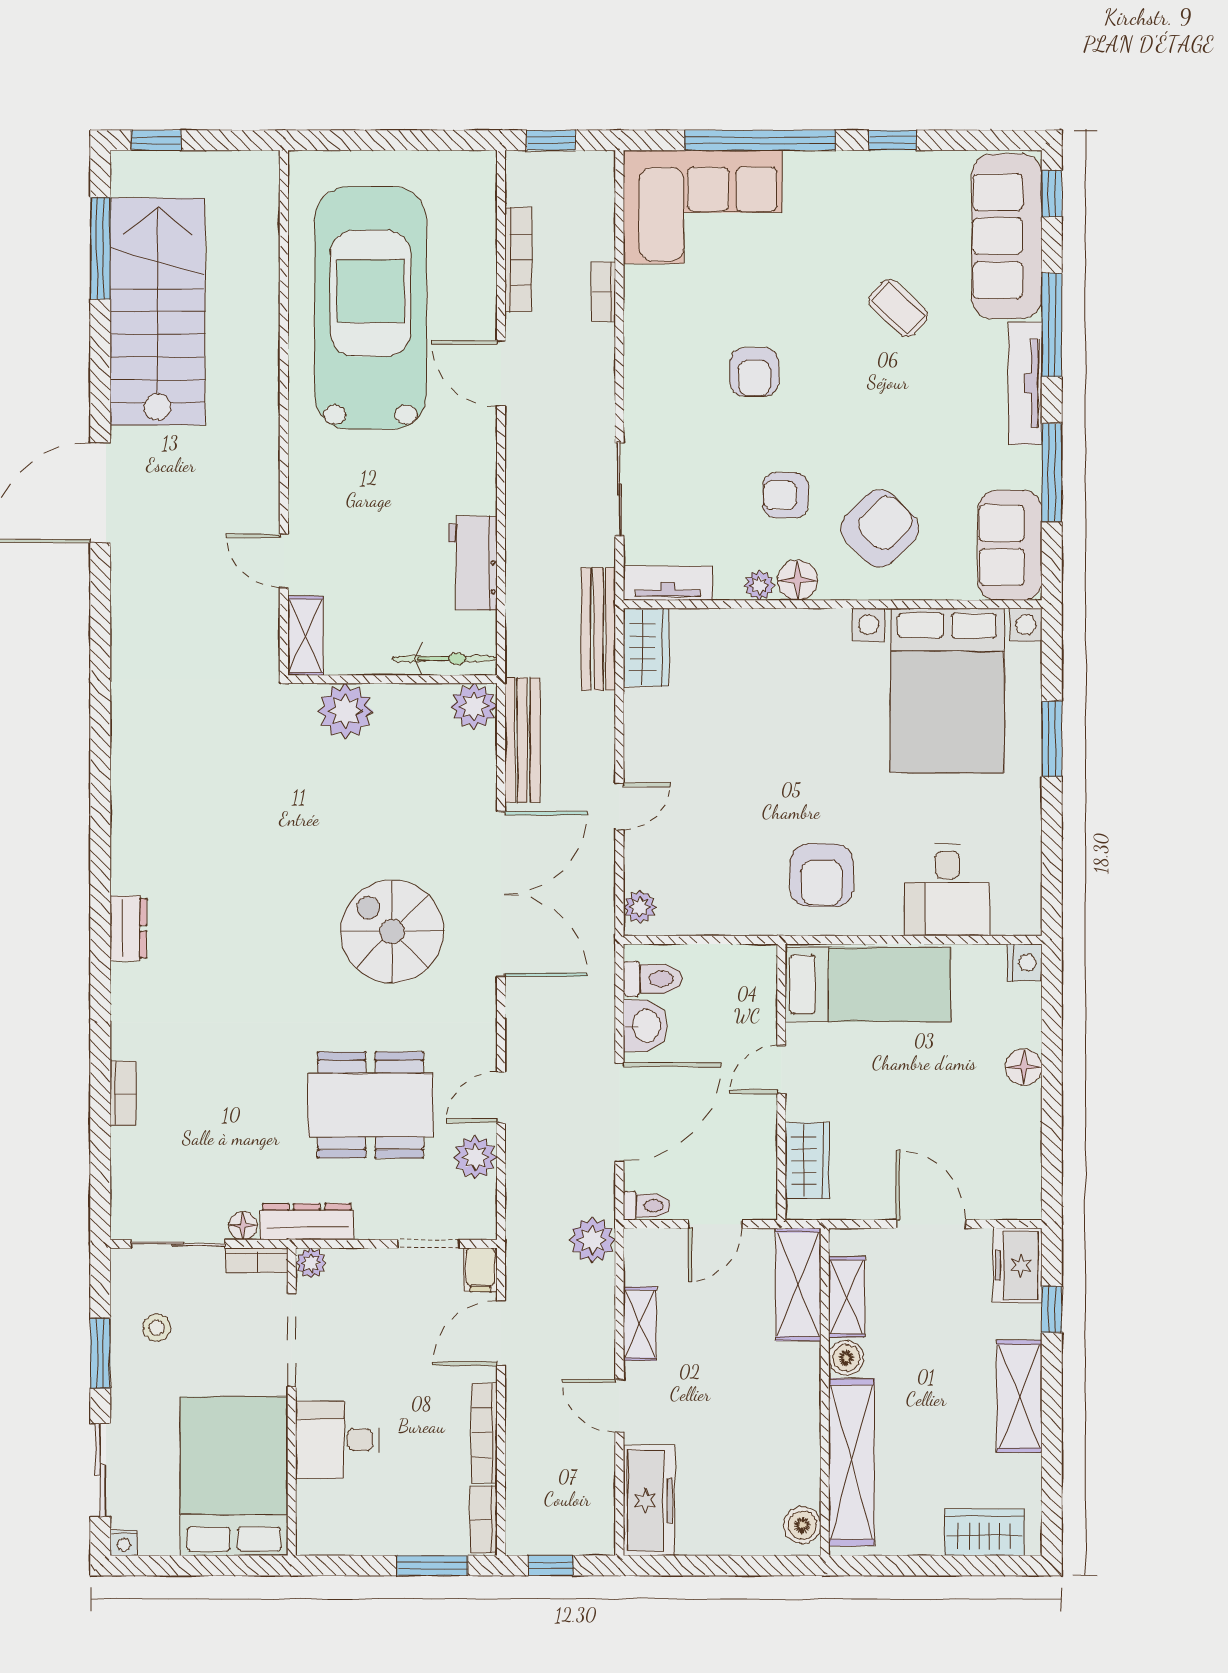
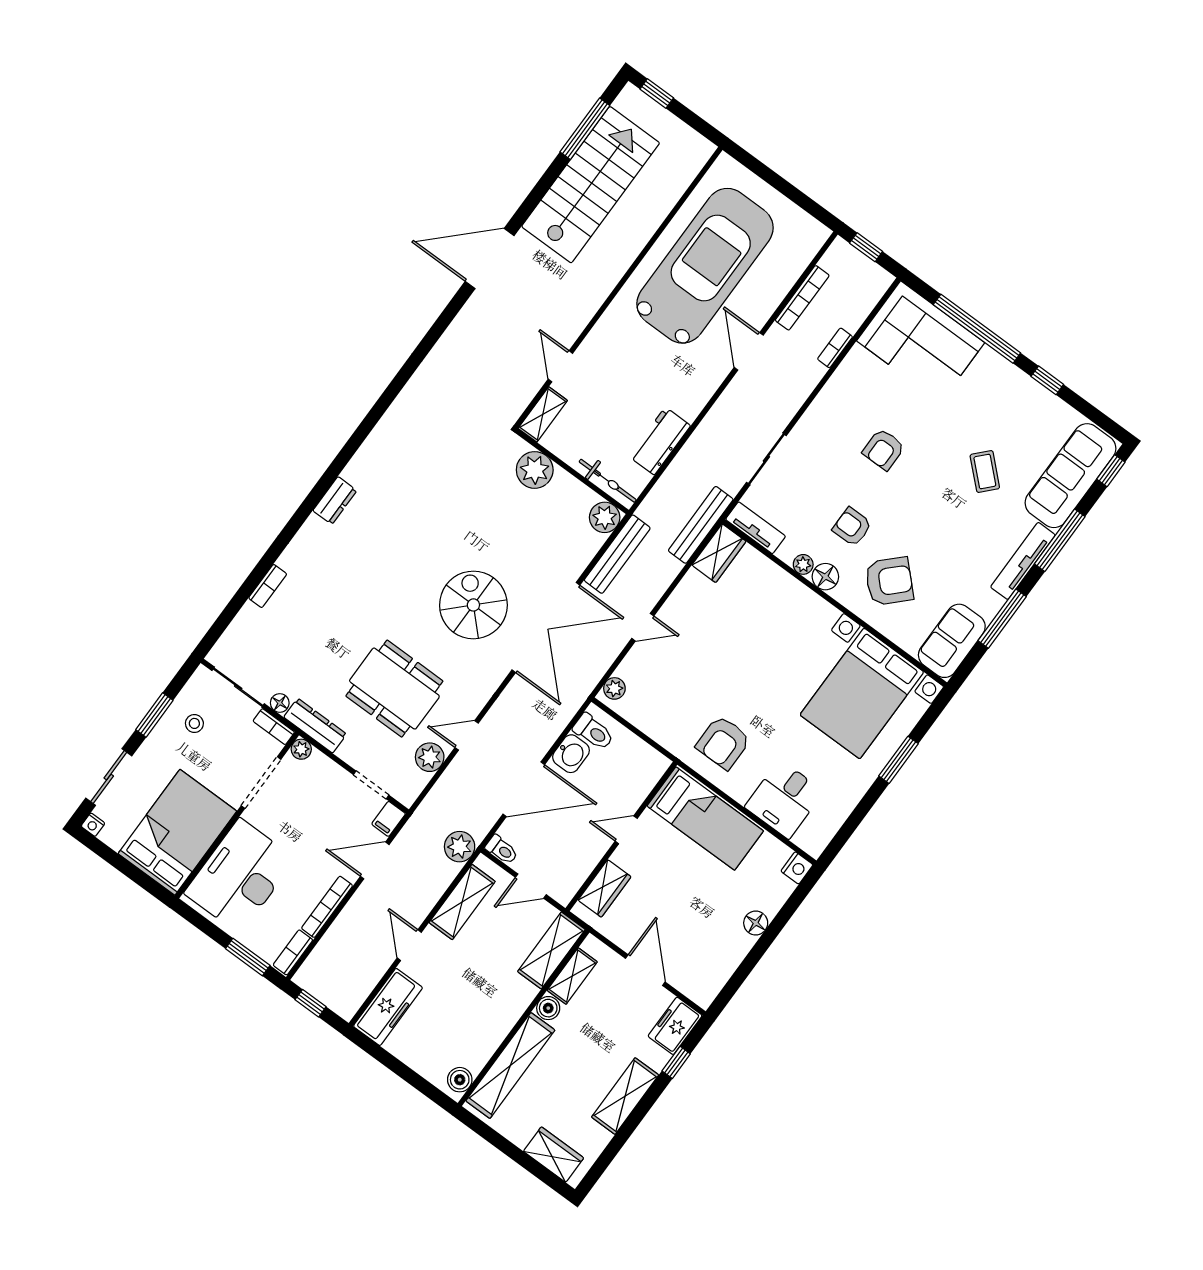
shelving: (640, 1324) -> (462, 902), width x1.50, depth x1.33
desk: (337, 1440) -> (240, 876), width x1.87, depth x1.30

